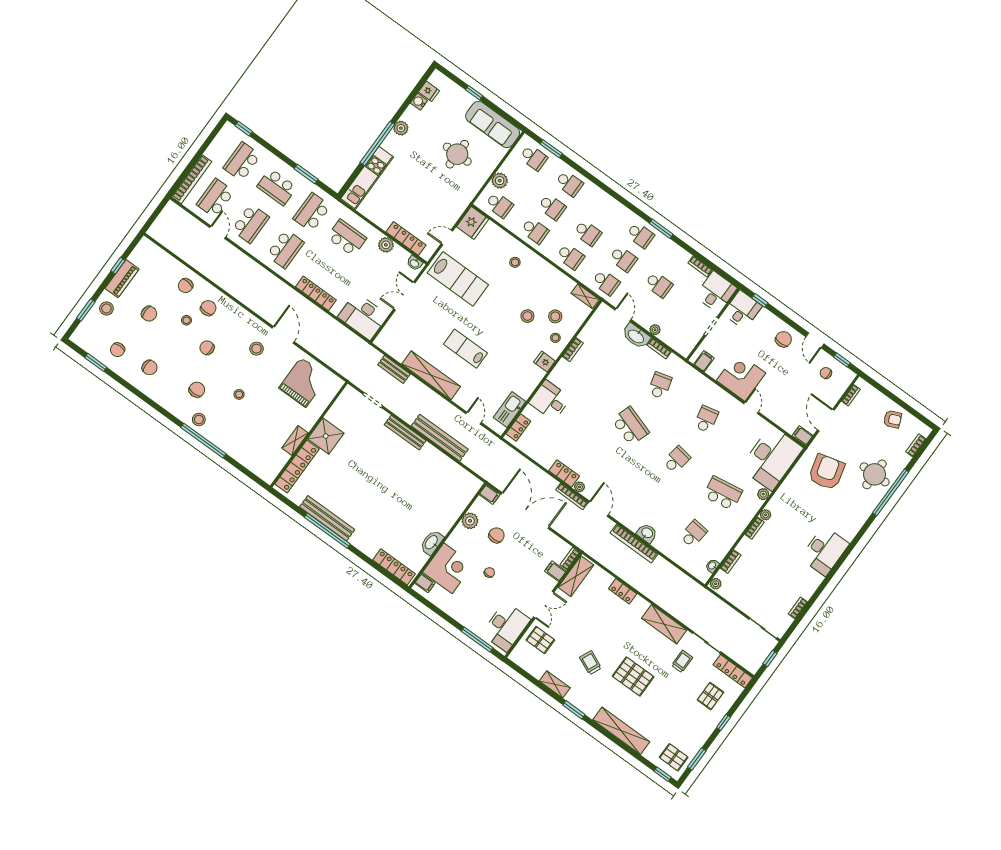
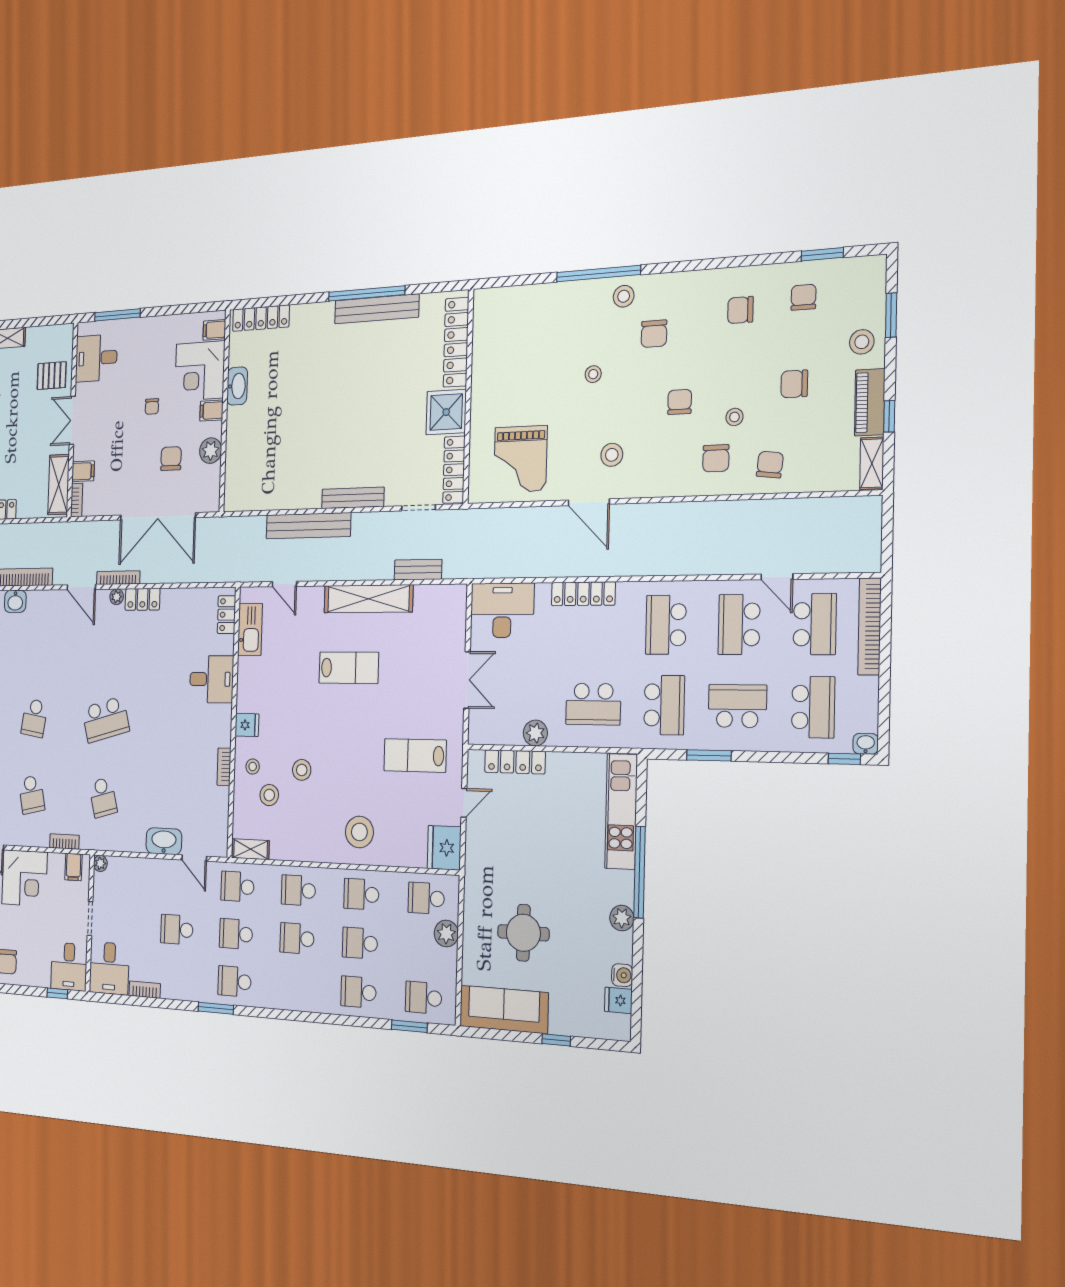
stool: (515, 262) -> (359, 832), width x1.89, depth x1.89
washbasin: (415, 263) -> (866, 744), moved
lab bench: (458, 279) -> (415, 755), width x0.73, depth x0.72
plant: (655, 330) -> (100, 863), moved
chair: (207, 348) -> (680, 402), turned -90
bookcase: (659, 349) -> (64, 842), moved
locker: (341, 404) -> (454, 470), added
school desk: (630, 426) -> (106, 719), turned -33
shelving: (295, 441) -> (872, 463), moved
filing cabinet: (490, 494) -> (211, 411), moved
chair: (496, 535) -> (171, 459), turned 180
desk: (506, 627) -> (96, 358), width x0.73

